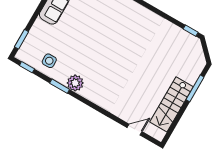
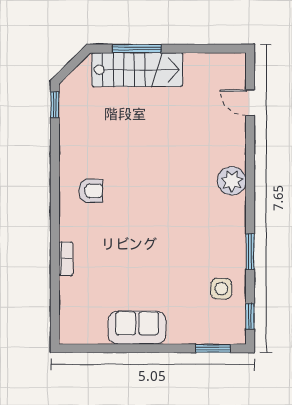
armchair: (137, 24) -> (91, 191), added
plant: (75, 83) -> (232, 181), moved
stairs: (172, 104) -> (137, 70), moved

